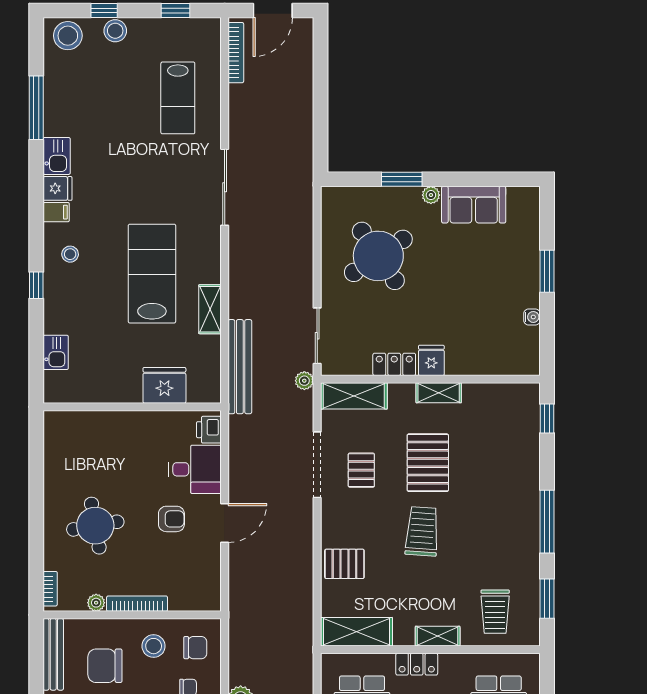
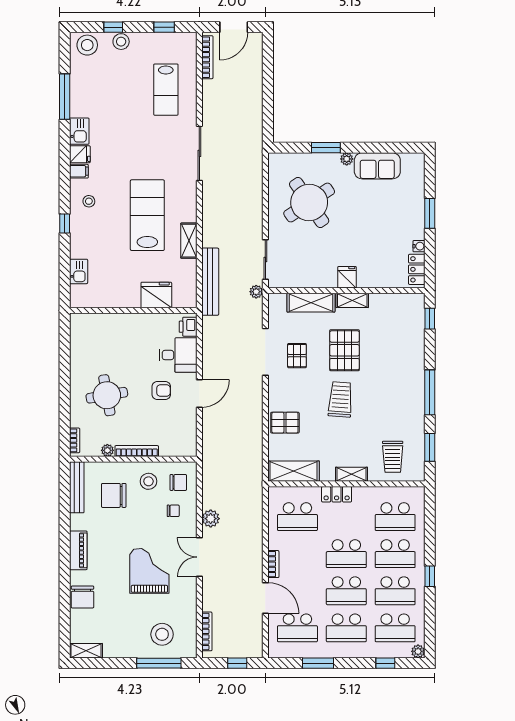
locker: (394, 364) -> (417, 269), moved, turned -90
shelving: (354, 396) -> (311, 303), moved

